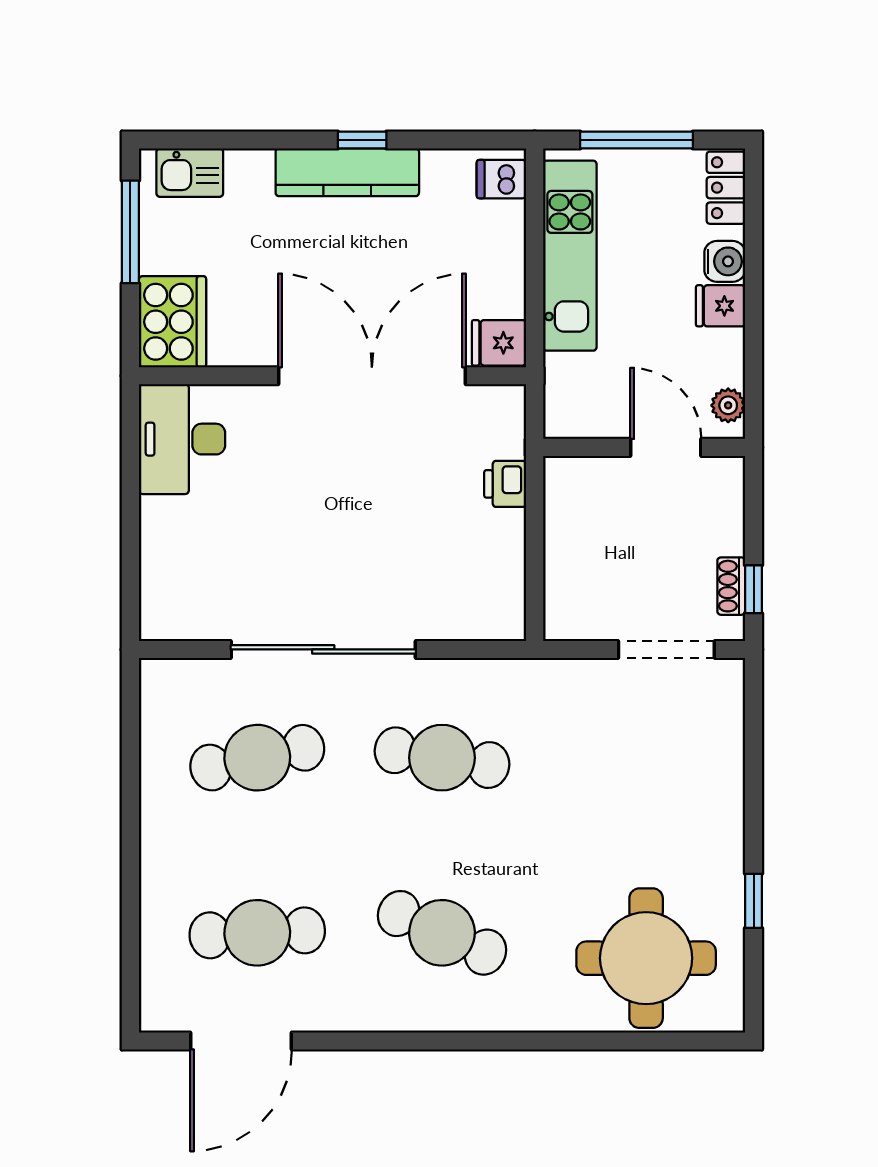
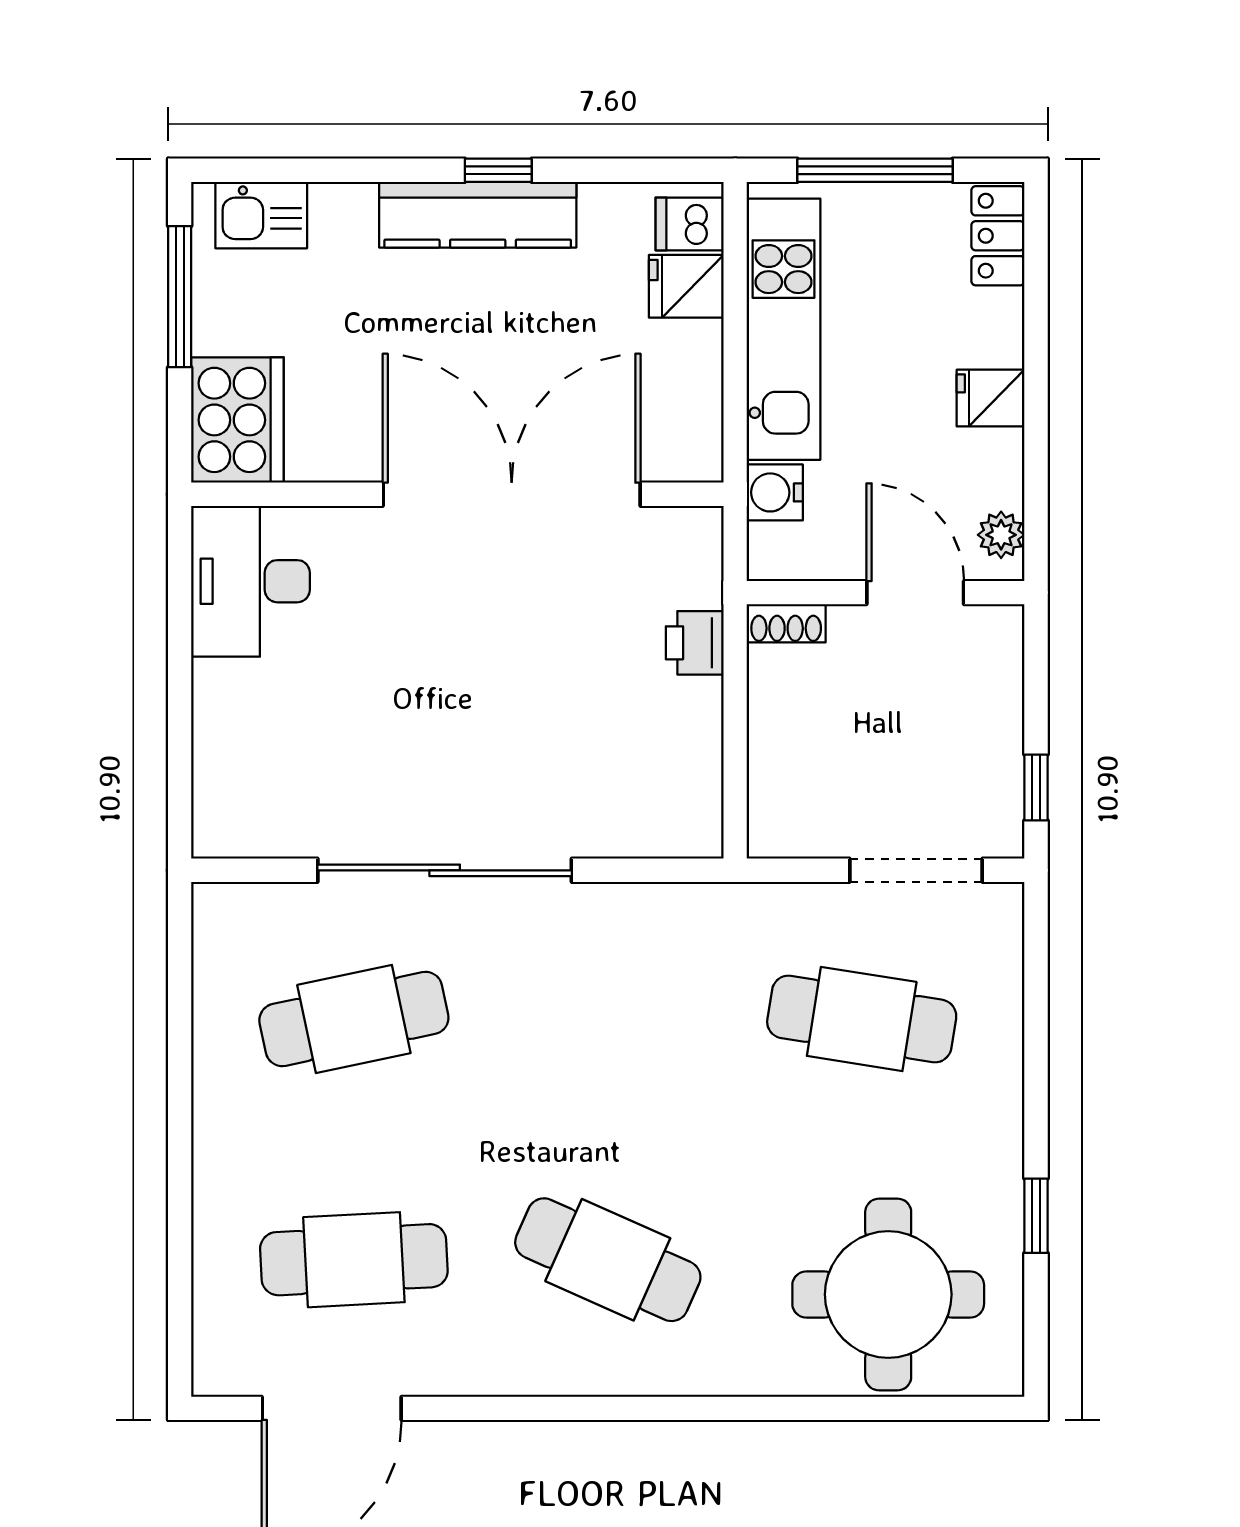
water cooler: (725, 261) -> (775, 492), moved, turned 180
fridge: (499, 343) -> (686, 286), moved
shoe rack: (731, 586) -> (786, 623), moved, turned -90
cafe table: (442, 758) -> (862, 1019), moved

